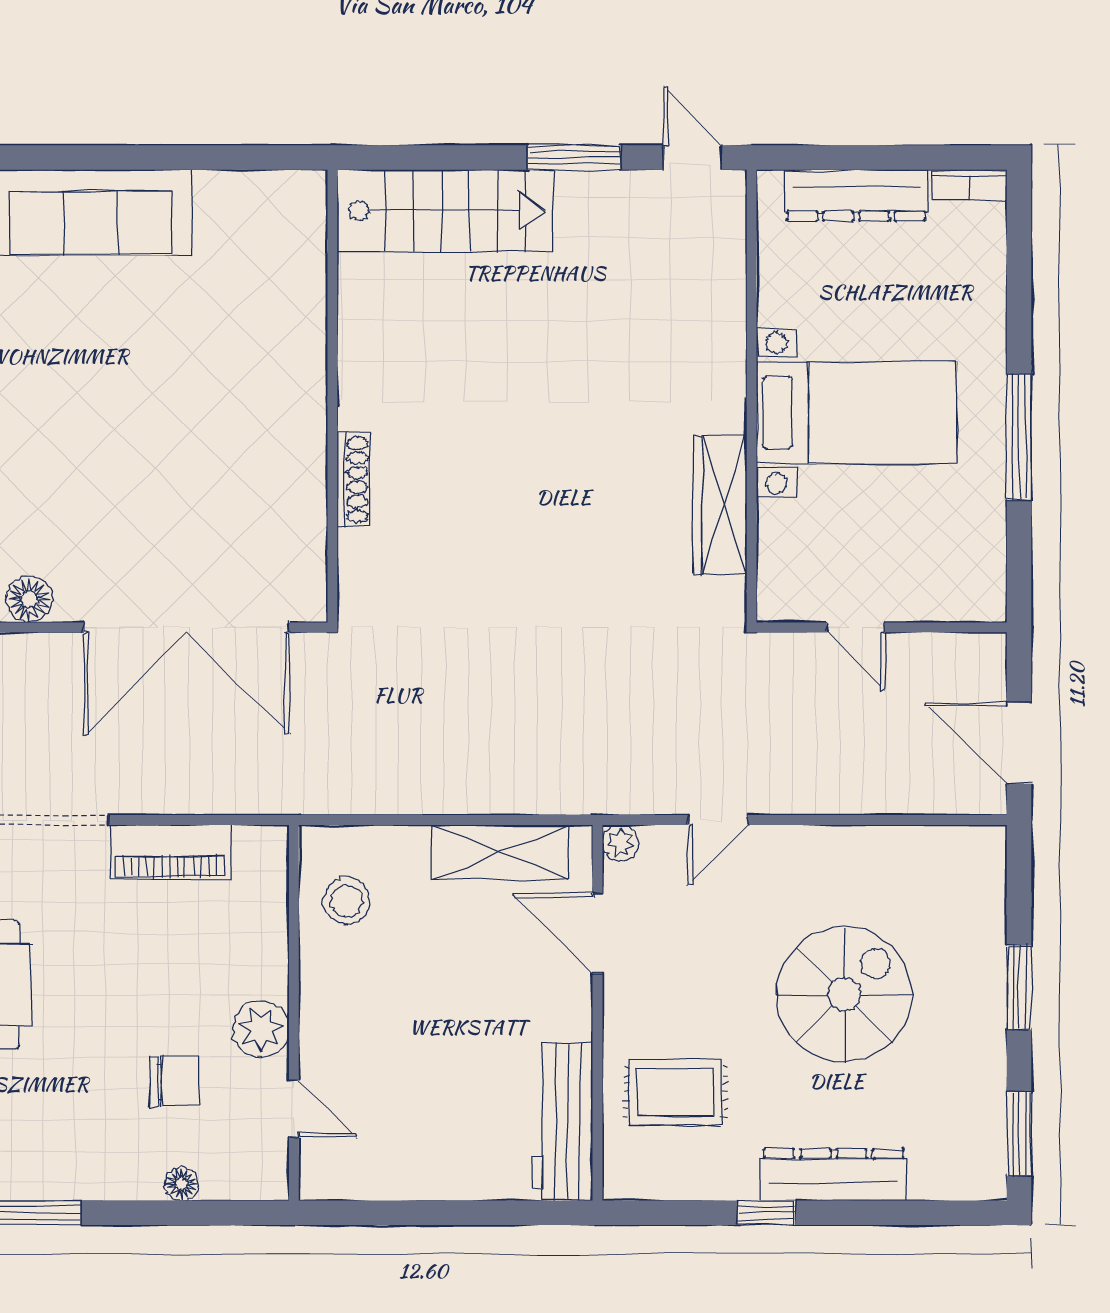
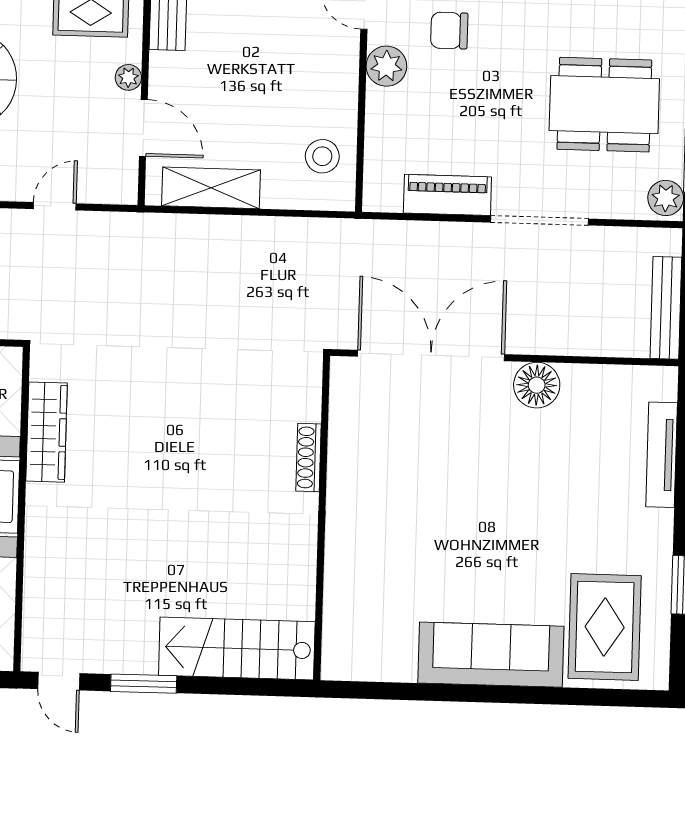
floor lamp: (29, 599) -> (537, 385), width x1.38, depth x1.38
plant: (620, 843) -> (128, 77), moved

